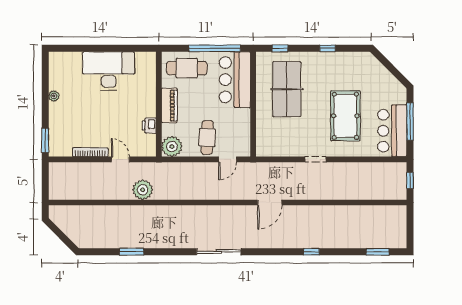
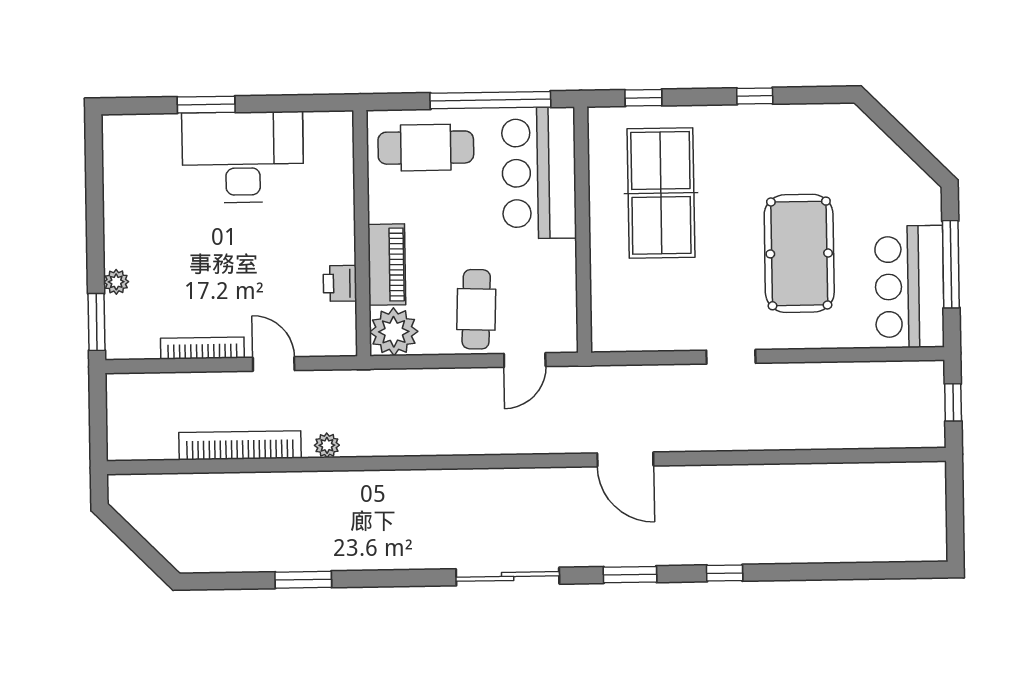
window: (93, 48) -> (206, 105), added
plant: (54, 96) -> (116, 282), moved
piano: (169, 105) -> (387, 265), moved
plant: (143, 190) -> (327, 445), width x0.53, depth x0.53
bookcase: (106, 194) -> (240, 445), added
door: (270, 203) -> (625, 459), hinge flipped
window: (378, 252) -> (630, 575), moved

